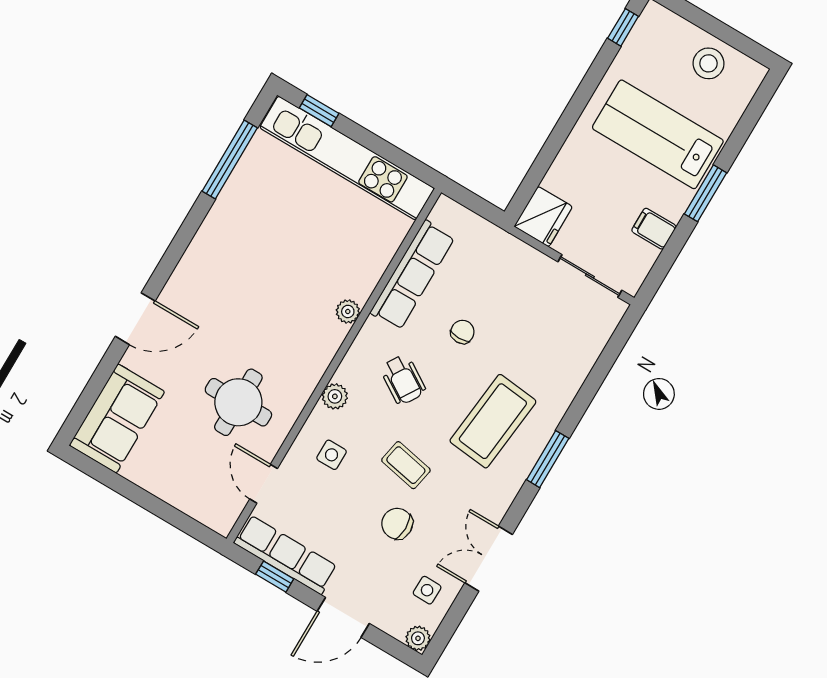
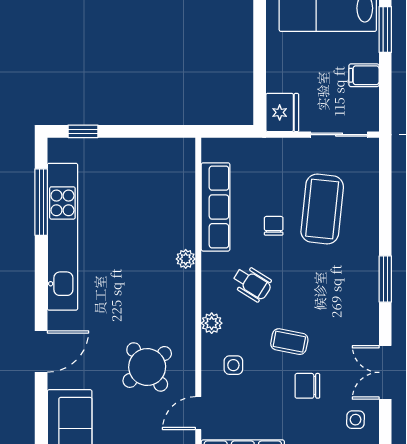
kitchen unit: (347, 158) -> (62, 237), moved, turned -90
round table: (238, 402) -> (147, 367), turned -38
coffee table: (493, 421) -> (322, 209), moved
door: (264, 484) -> (198, 413), hinge flipped

